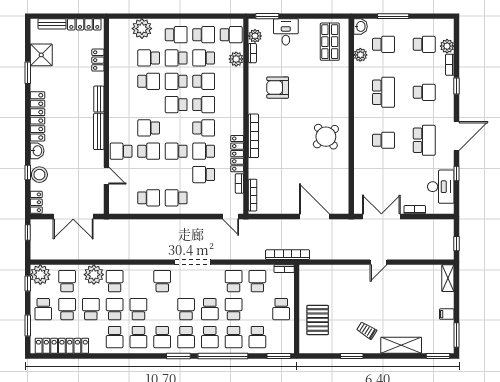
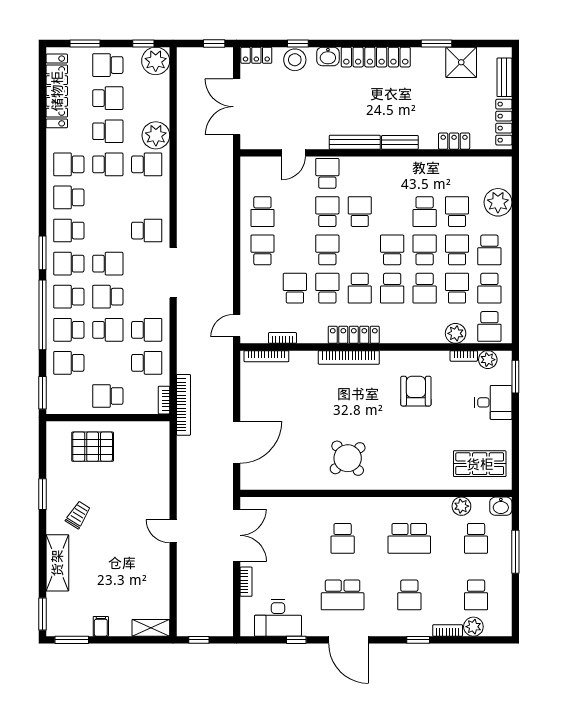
school desk: (149, 151) -> (327, 212), turned 180
locker: (237, 154) -> (354, 335), moved
school desk: (67, 281) -> (147, 98), removed
school desk: (138, 309) -> (108, 197), removed

